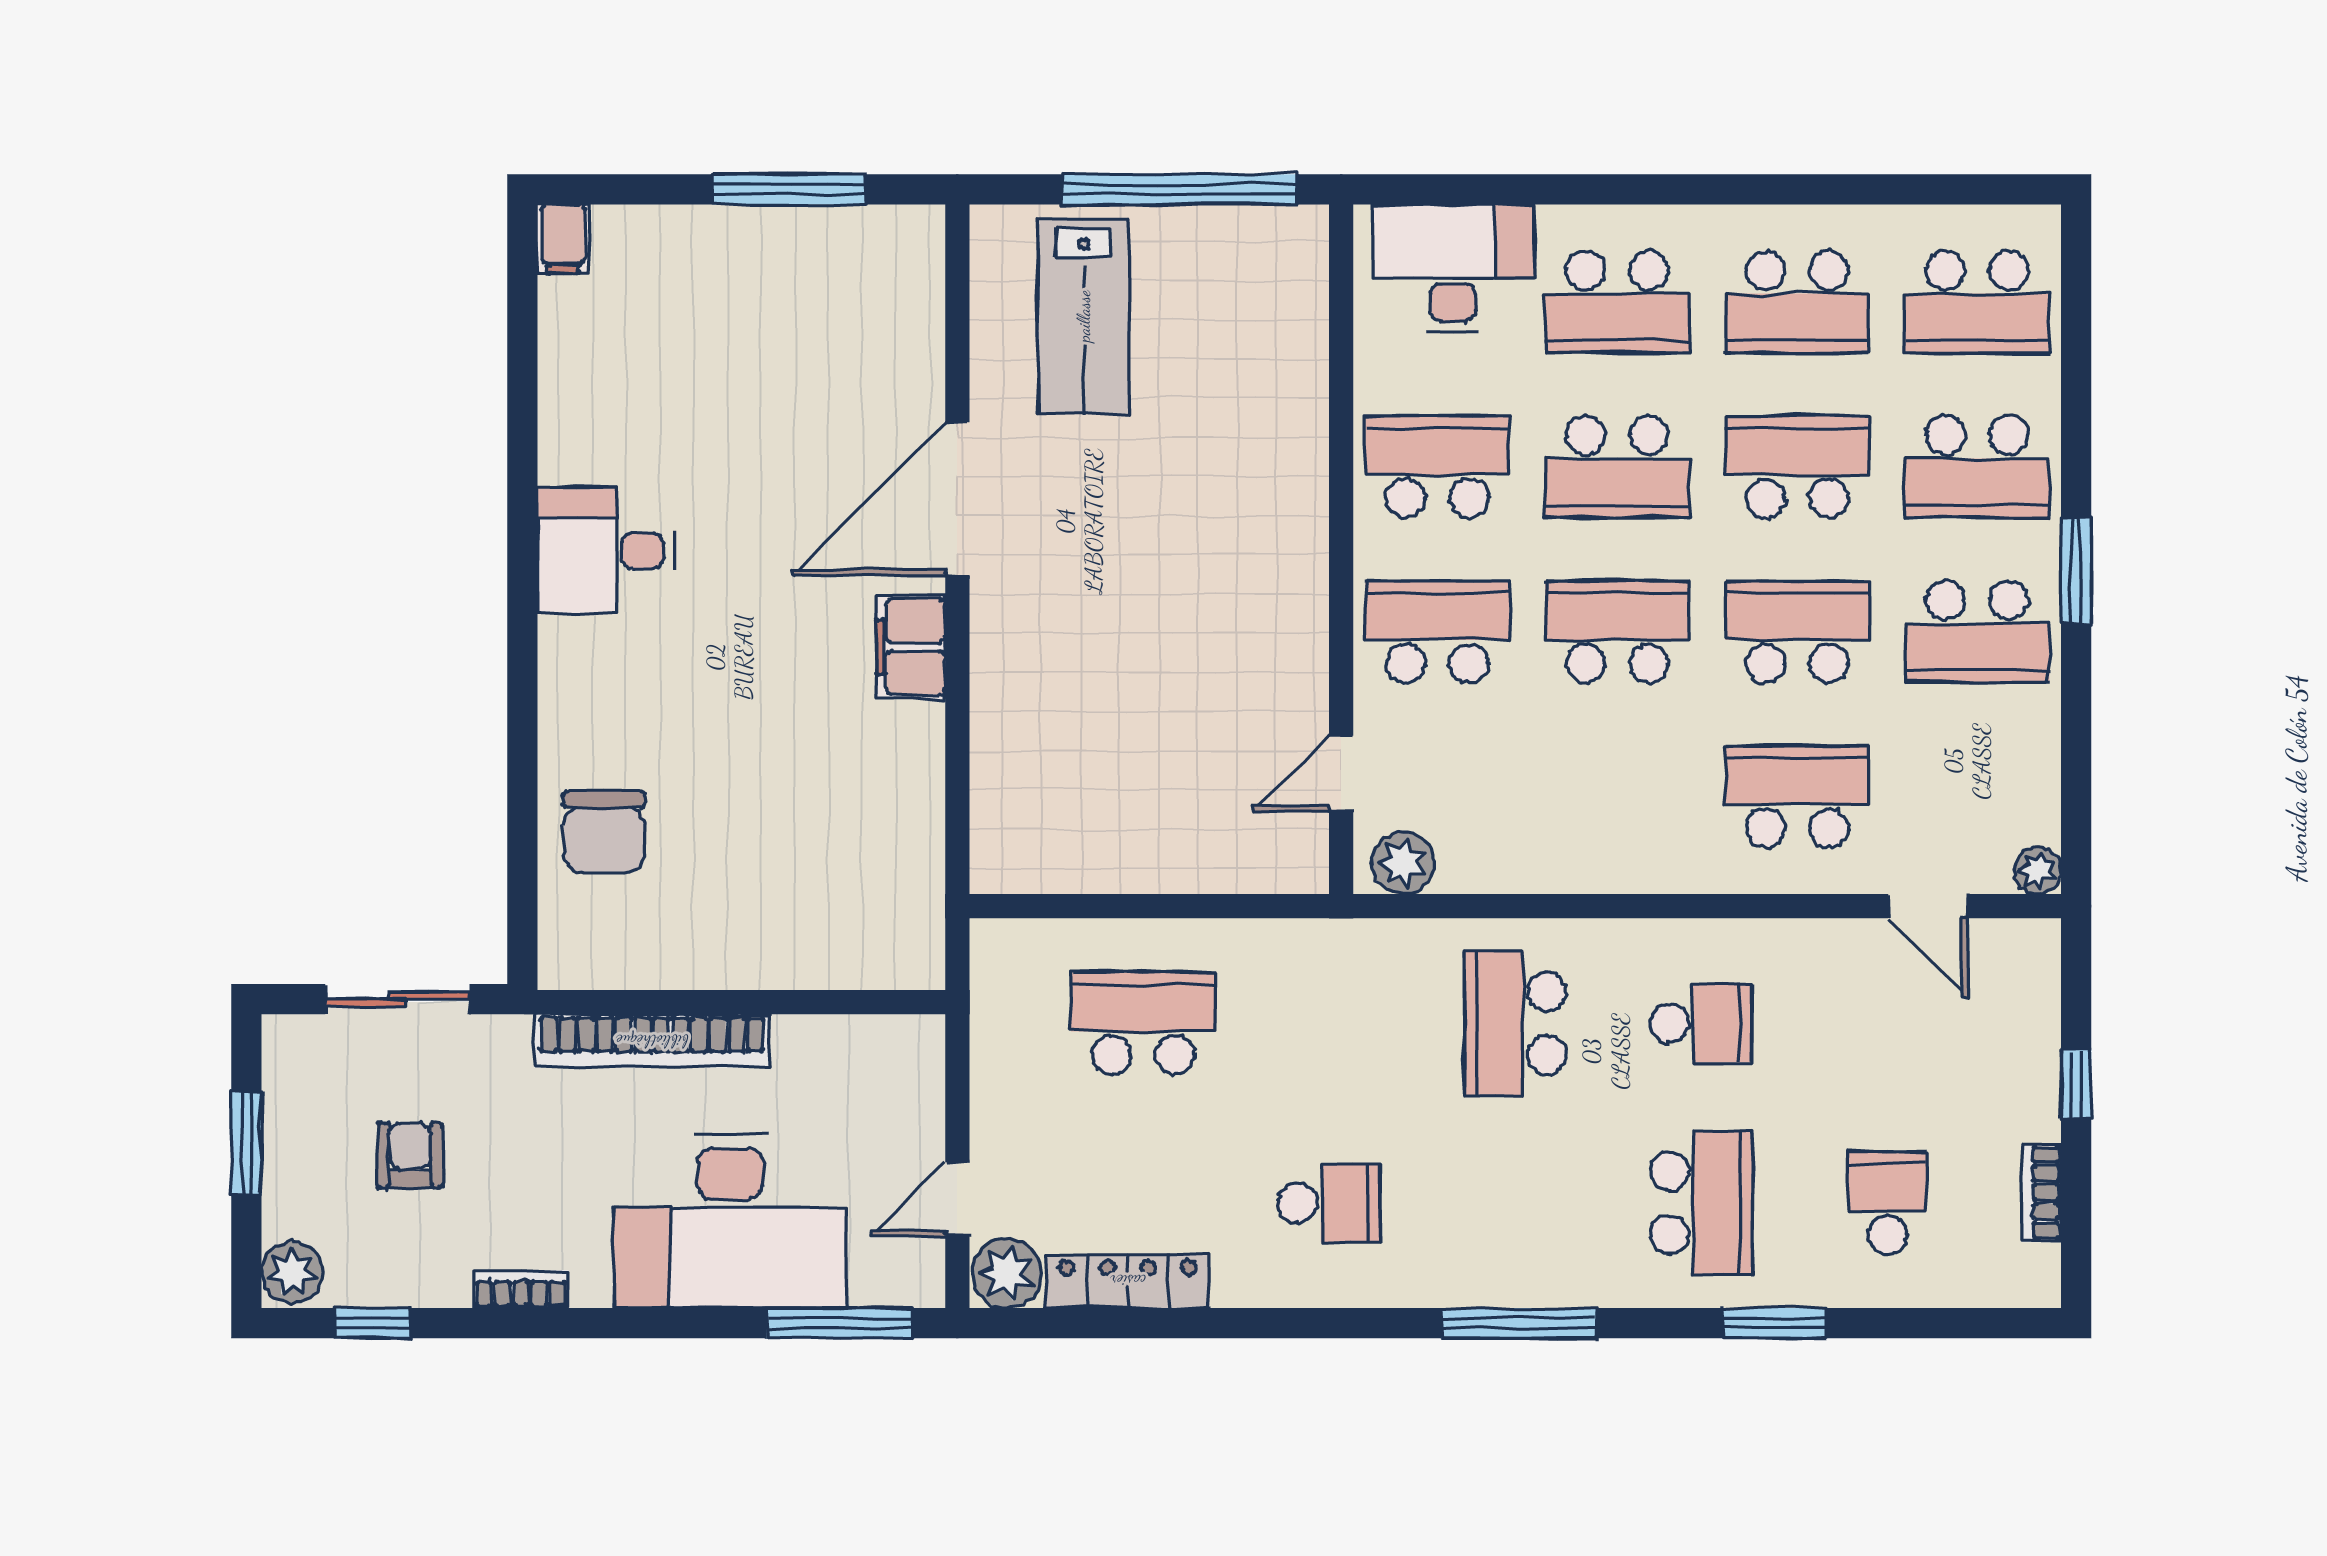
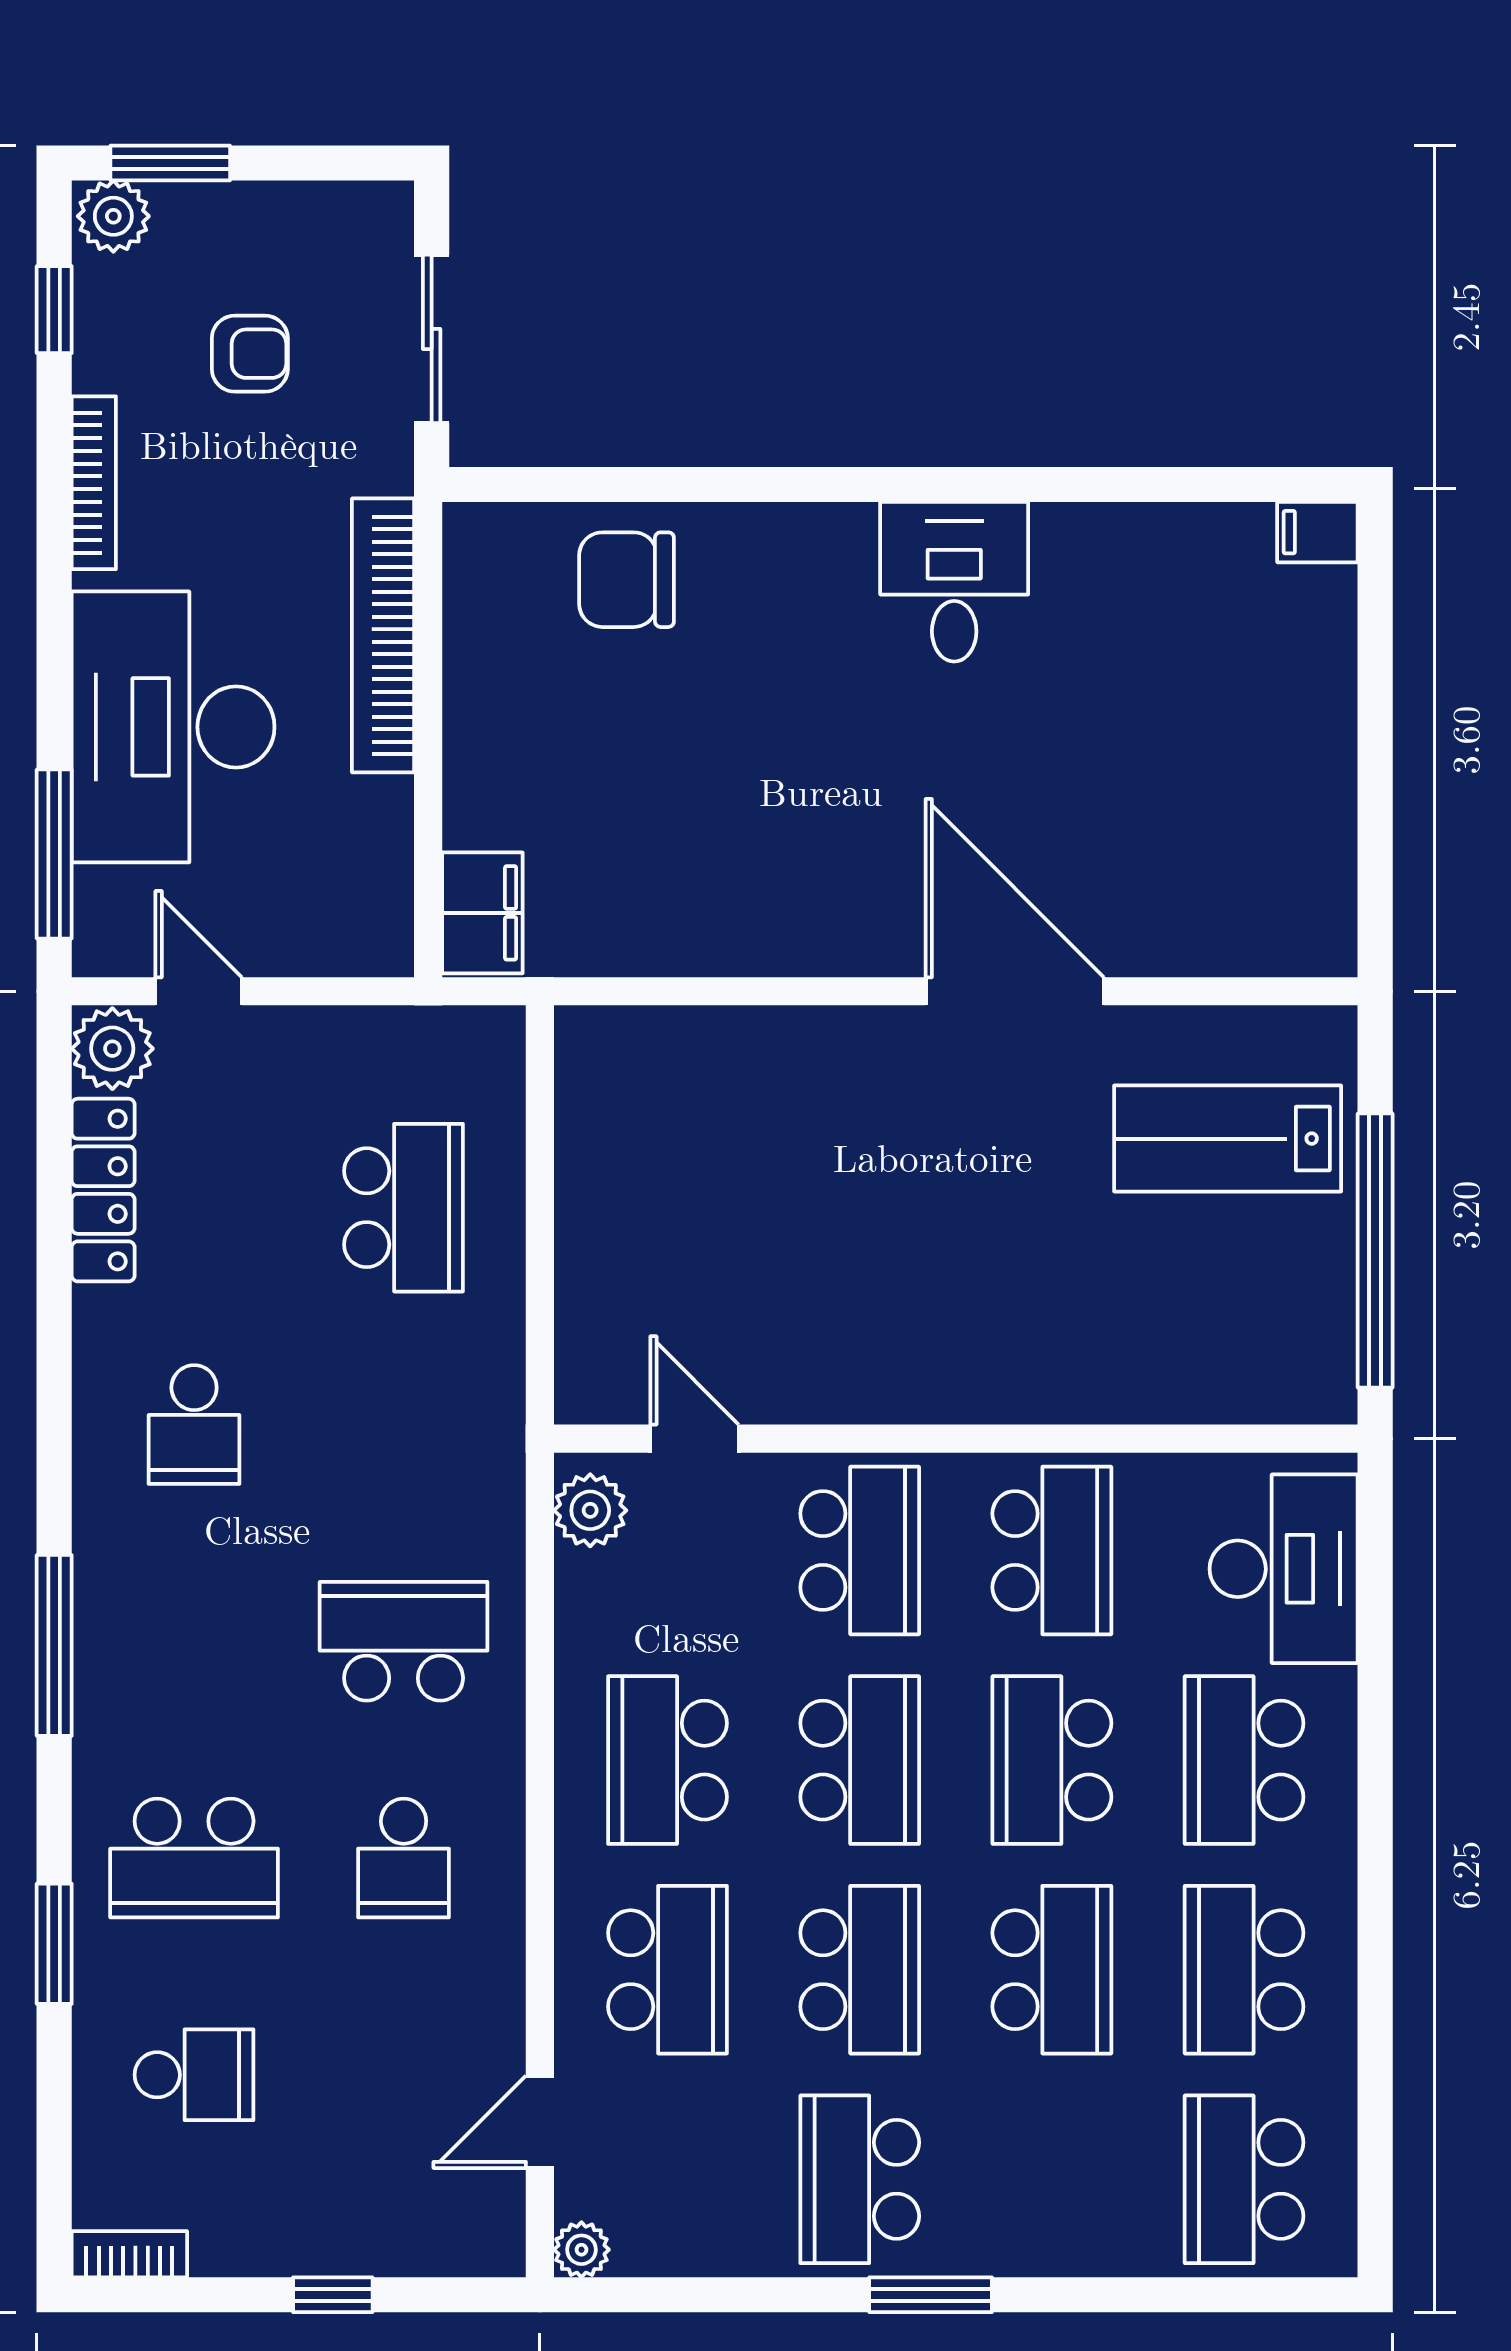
window: (789, 189) -> (1375, 795), removed
school desk: (1977, 467) -> (668, 1760), moved
filing cabinet: (911, 647) -> (482, 913), moved, turned 90
window: (246, 1143) -> (170, 163), moved
bookcase: (2041, 1193) -> (129, 2254), moved
bookcase: (521, 1289) -> (94, 483), width x1.56

